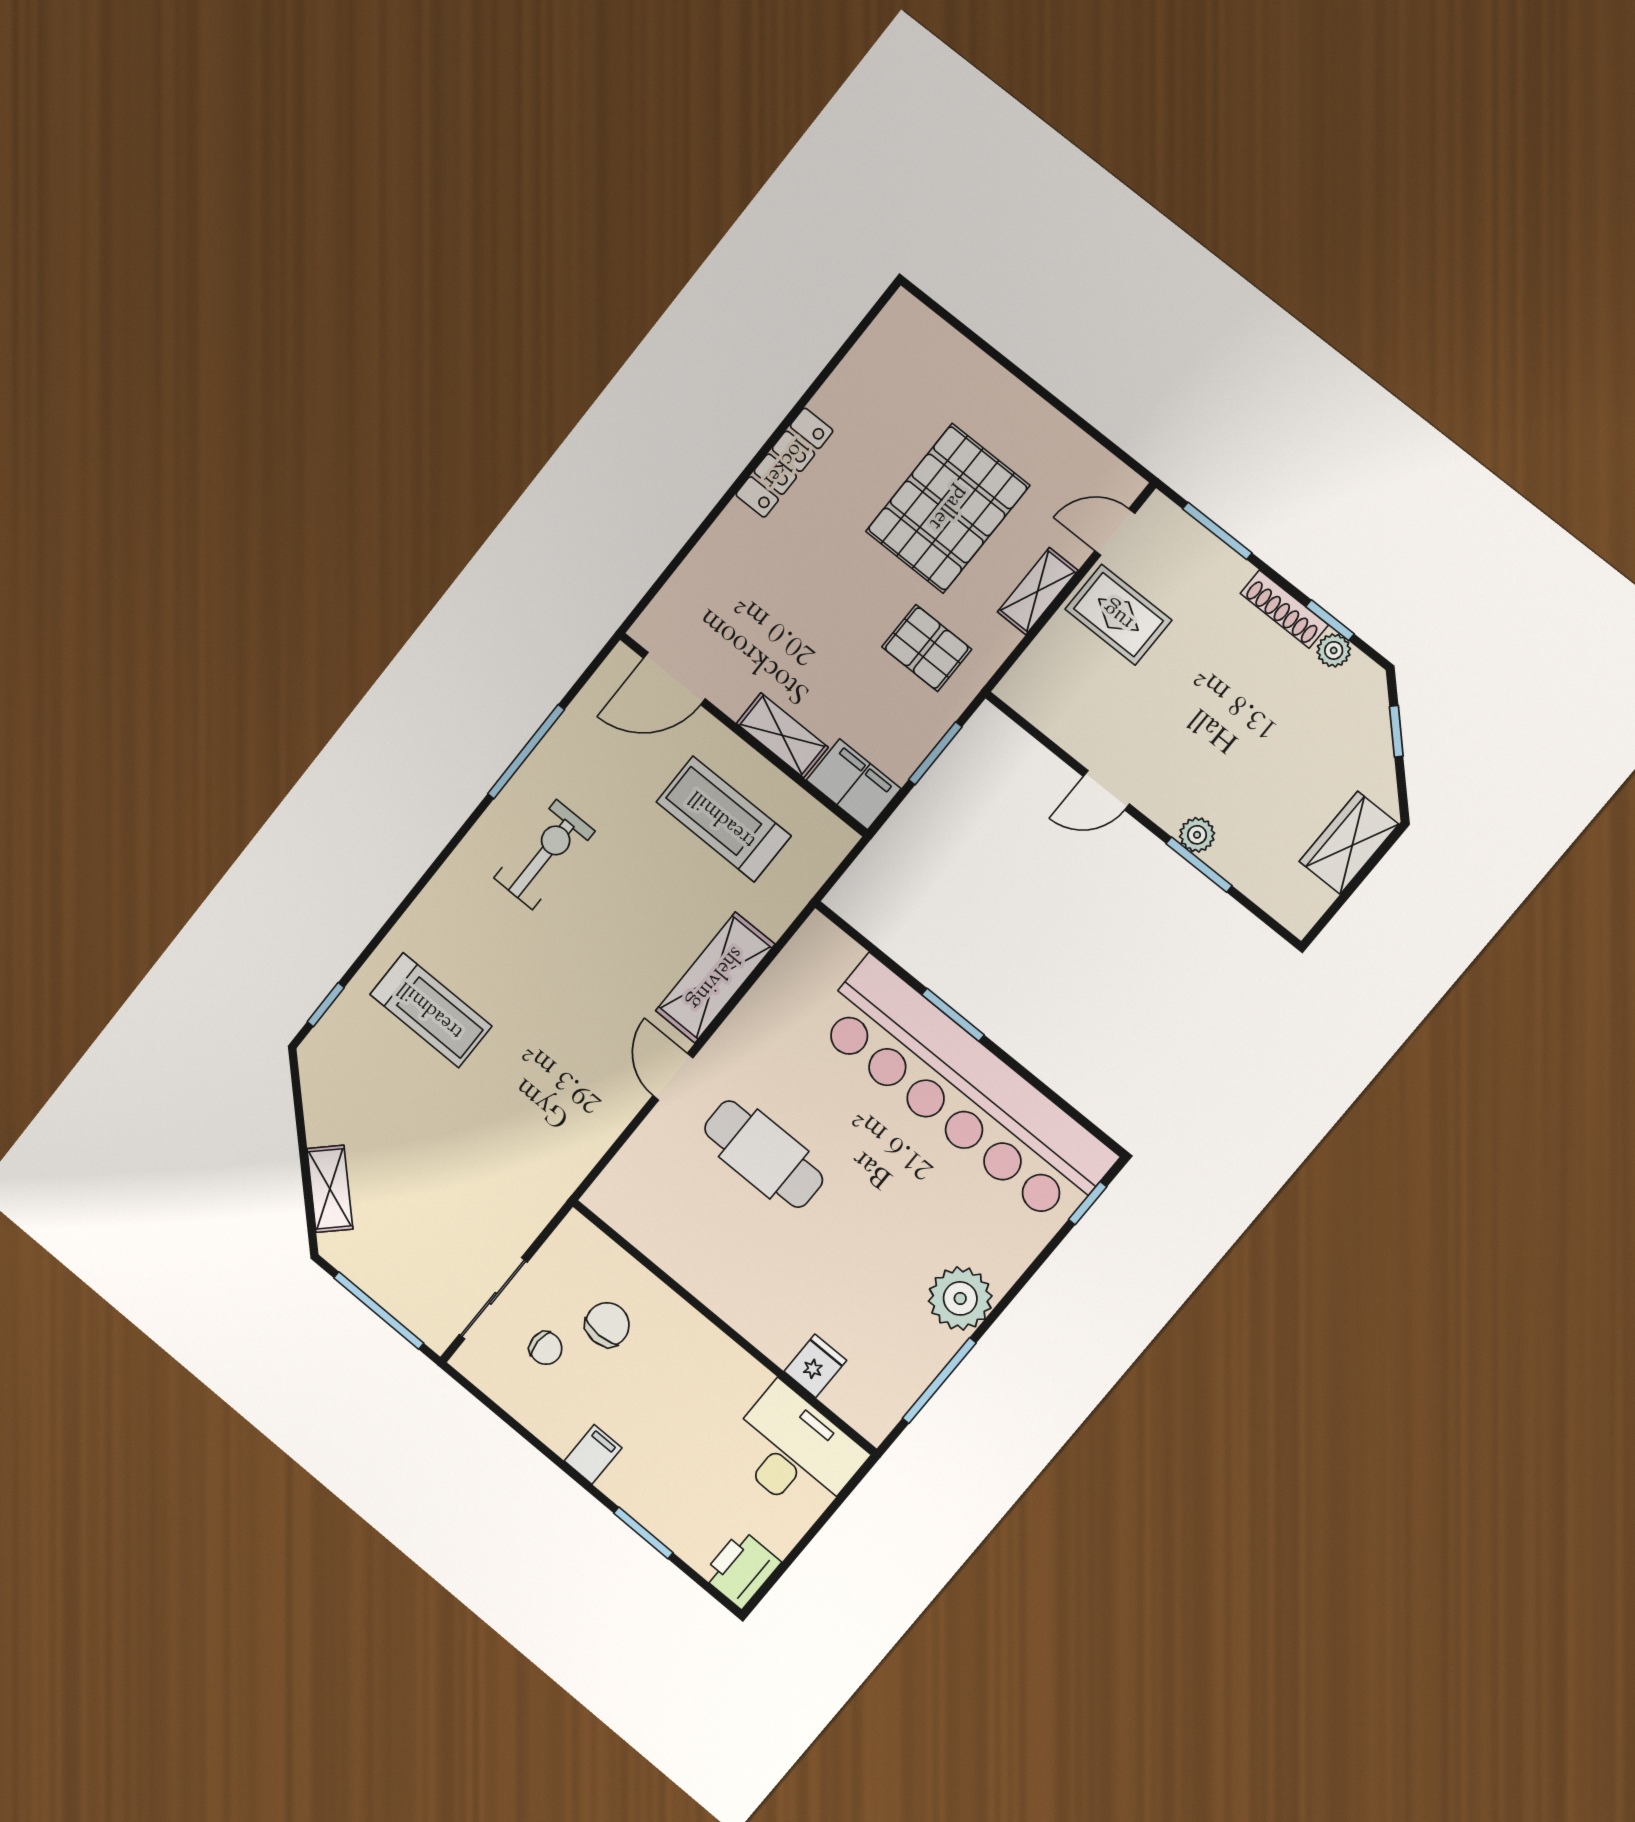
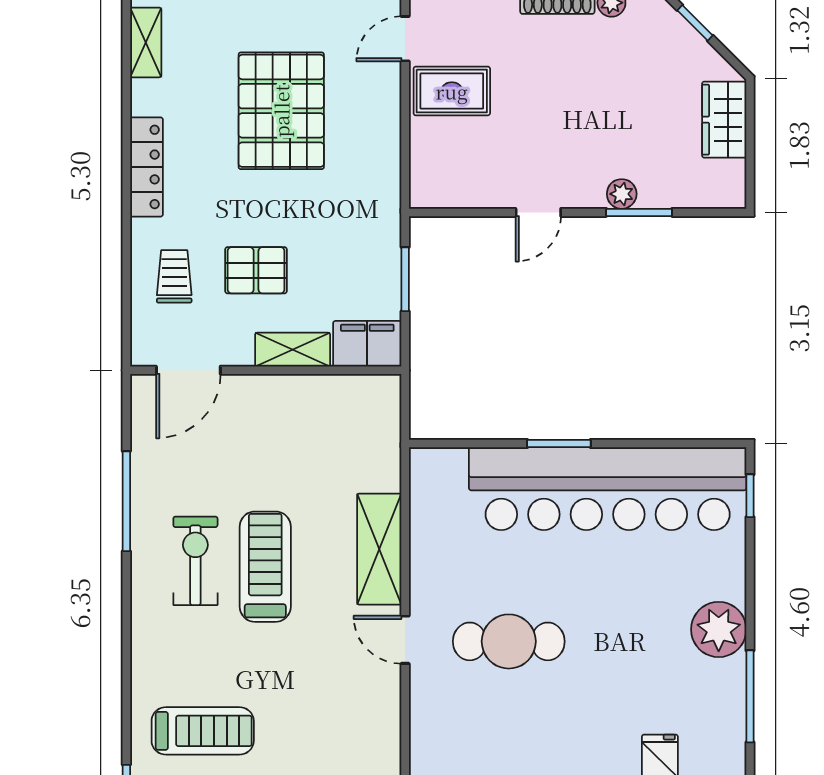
trolley: (730, 583) -> (174, 276), added
shelving: (1038, 591) -> (146, 42), moved
pallet: (927, 648) -> (256, 270), moved
treadmill: (723, 819) -> (265, 567), moved, turned 90

